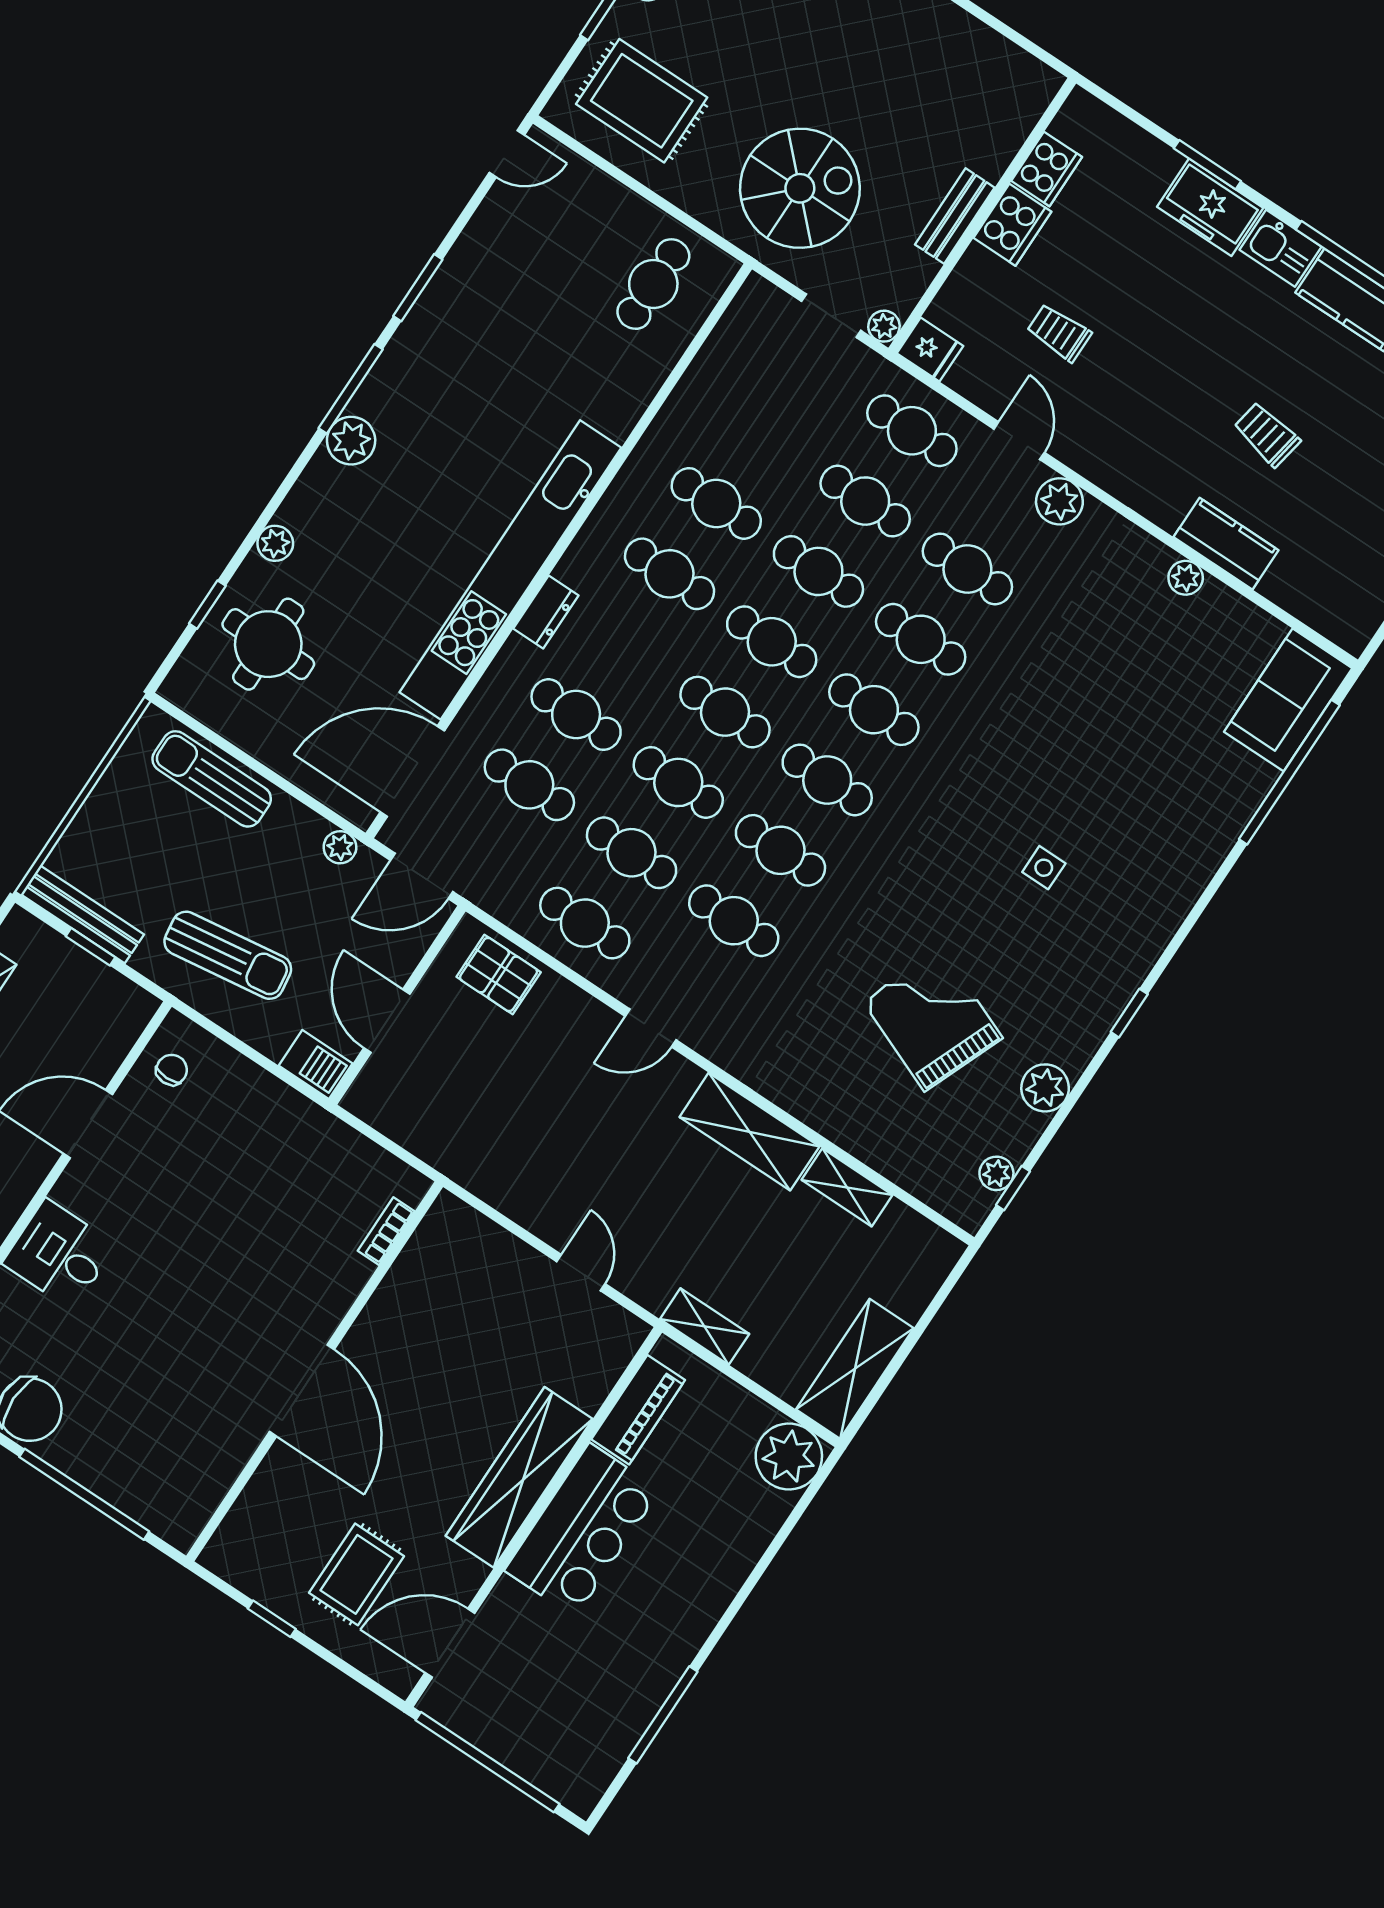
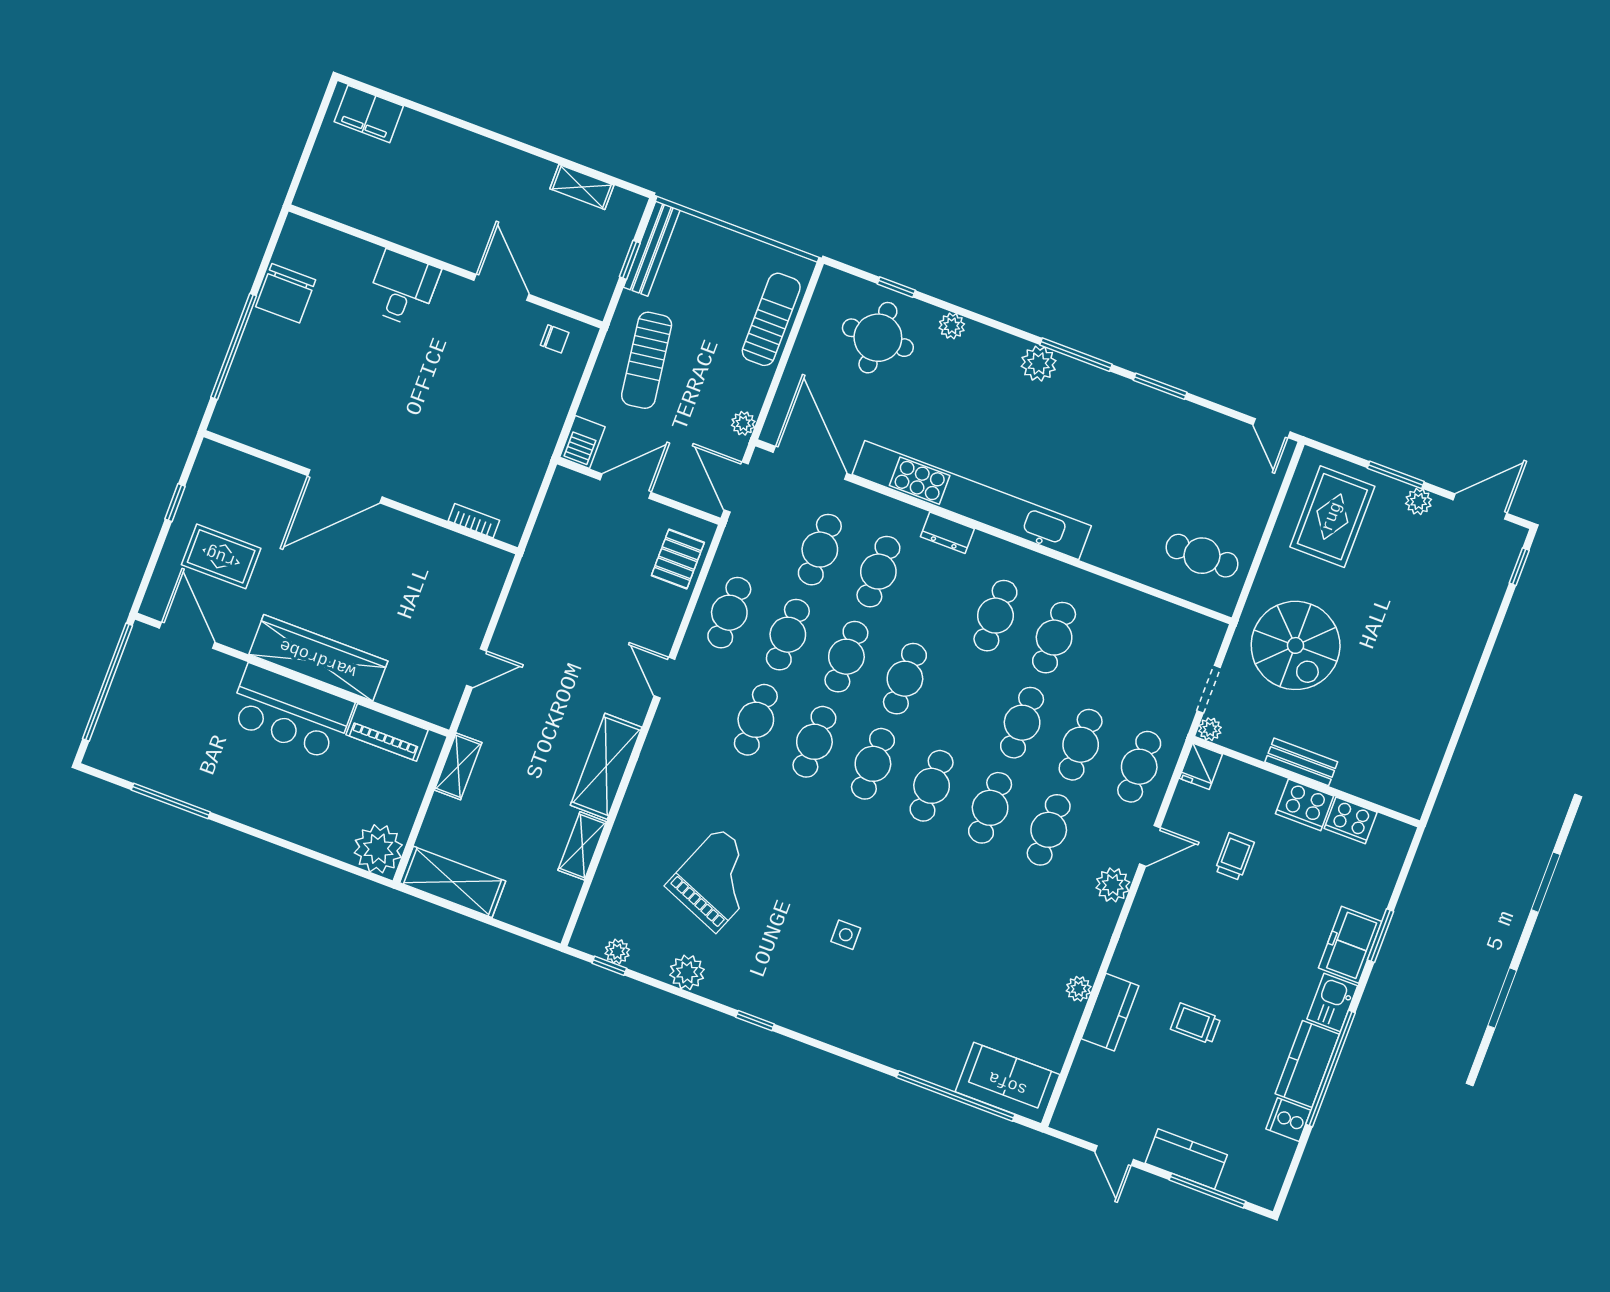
trolley: (1267, 434) -> (1196, 1024), turned -100
cafe table: (772, 642) -> (964, 701), removed

